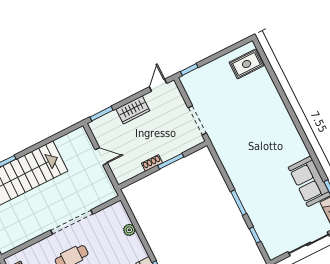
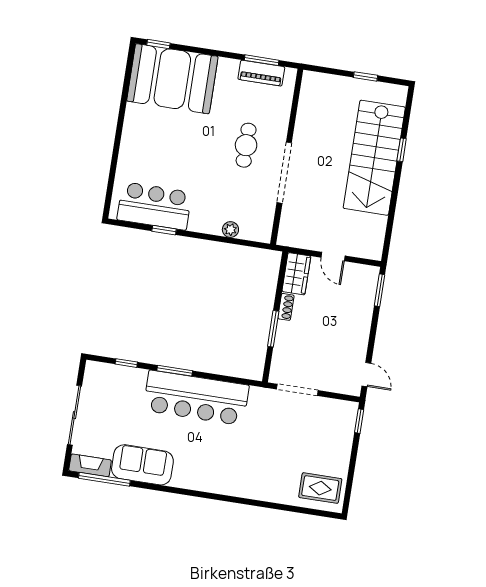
rug: (247, 64) -> (320, 488), turned 90
wardrobe: (133, 110) -> (296, 274), moved, turned 180
door: (101, 156) -> (333, 257), hinge flipped
bar counter: (246, 178) -> (196, 398), added

